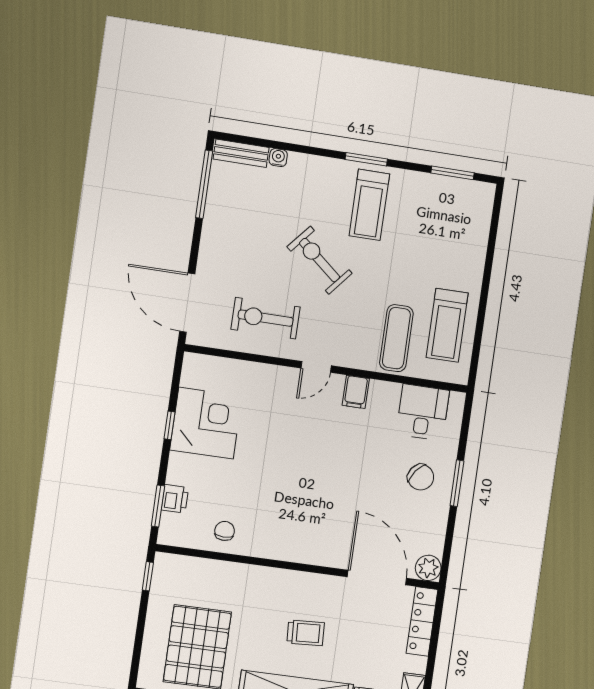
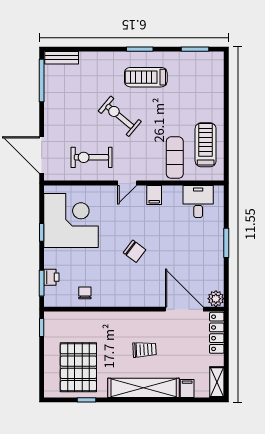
water cooler: (278, 158) -> (85, 57), removed
treadmill: (369, 205) -> (146, 77), turned 90
treadmill: (447, 325) -> (206, 145), turned 180
corner desk: (206, 423) -> (71, 221), width x1.36, depth x1.36
chair: (421, 477) -> (135, 251), moved

